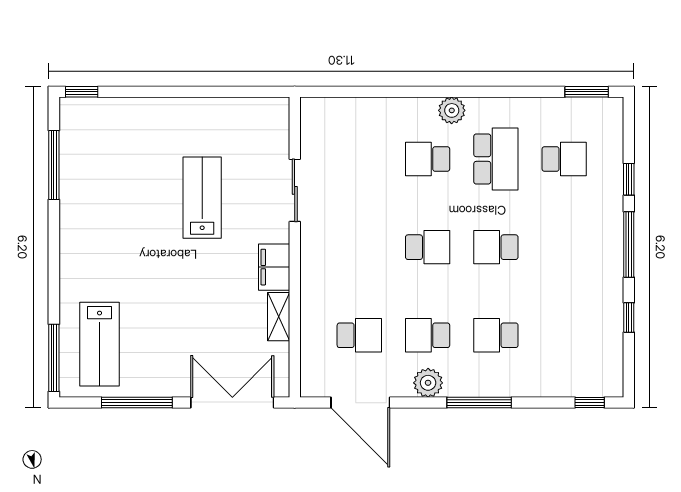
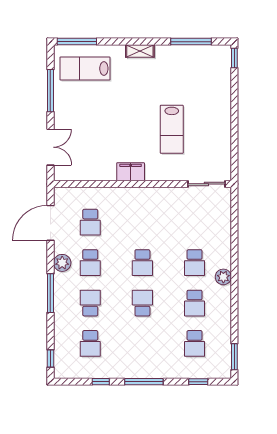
school desk: (428, 159) -> (195, 263), turned 180
school desk: (496, 159) -> (195, 303), width x0.54
window: (629, 179) -> (198, 382), moved
sliding door: (295, 190) -> (206, 184), moved
lab bench: (202, 198) -> (172, 129), turned 90
shelving: (279, 317) -> (140, 51), moved
school desk: (428, 335) -> (90, 263), turned 180
school desk: (564, 335) -> (90, 343), added
double door: (232, 403) -> (50, 147), width x0.73

